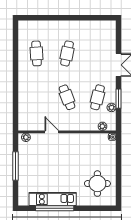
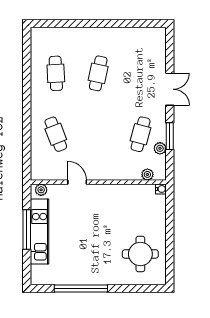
cafe table: (67, 97) -> (56, 134), moved
kitchen unit: (53, 199) -> (39, 232), moved, turned 90

